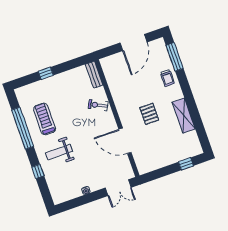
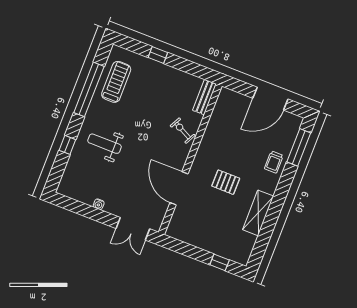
pallet: (149, 114) -> (226, 182), turned 90
treadmill: (44, 119) -> (116, 82), moved

